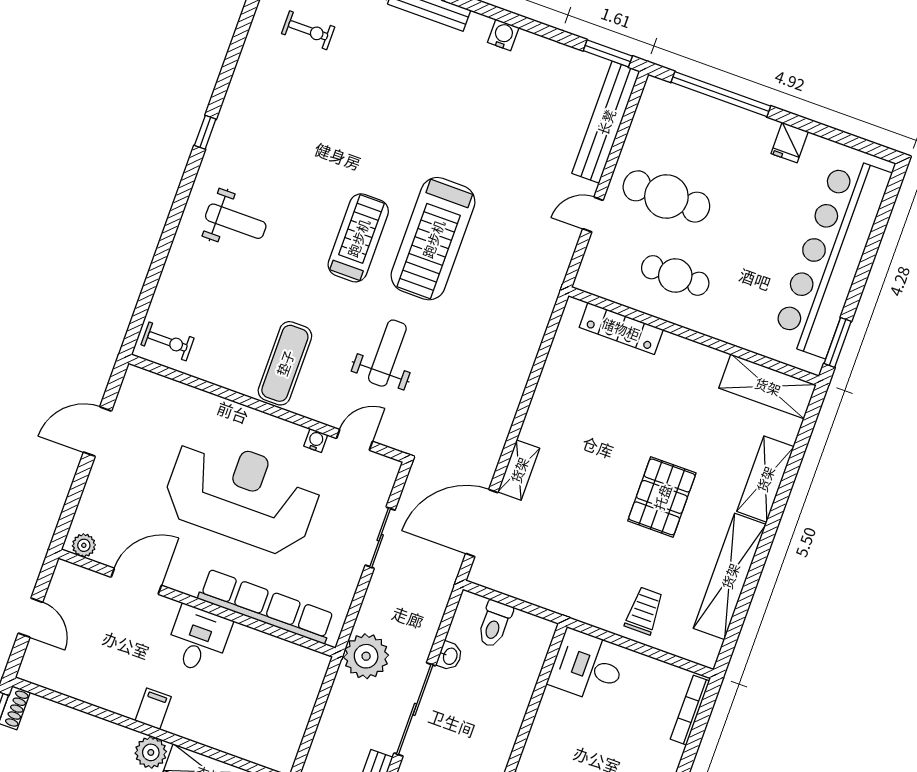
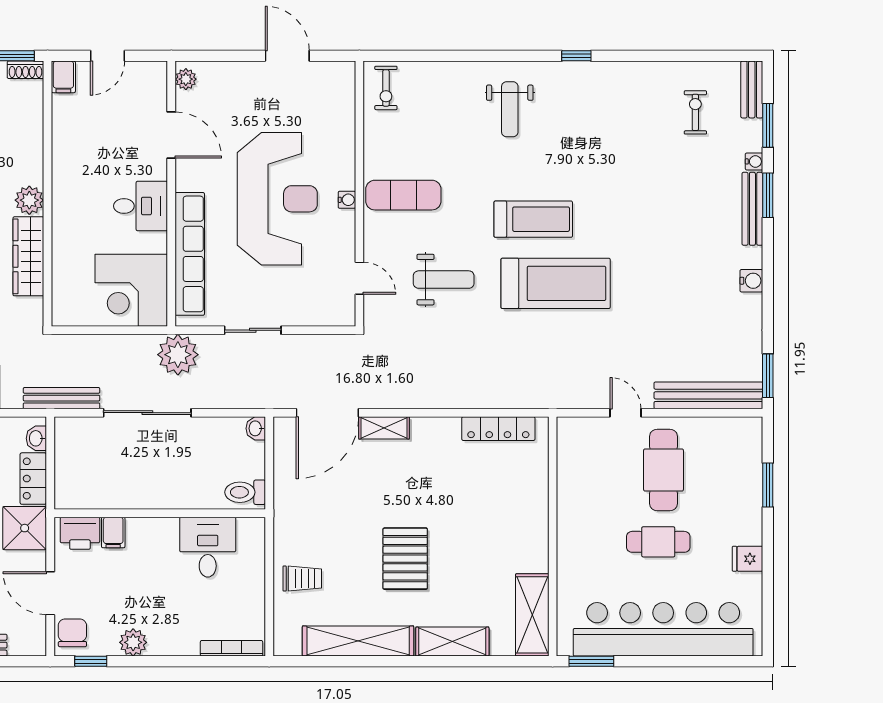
exercise bike: (308, 30) -> (695, 112), turned 180
window: (721, 94) -> (768, 485), width x0.47
treadmill: (433, 239) -> (556, 283), turned 180
cafe table: (675, 275) -> (658, 542), moved, turned 90
locker: (621, 328) -> (498, 429), moved, turned -90
water cooler: (316, 440) -> (347, 200), moved
pallet: (662, 497) -> (405, 559), turned 90
door: (482, 523) -> (327, 413), swing flipped
sliding door: (380, 538) -> (253, 330), moved
toilet: (495, 624) -> (245, 492), moved
washbasin: (450, 656) -> (256, 428), moved, turned 90
desk: (587, 666) -> (208, 547), moved
corner desk: (282, 680) -> (131, 290), added
filing cabinet: (153, 709) -> (63, 77), moved, turned 90

